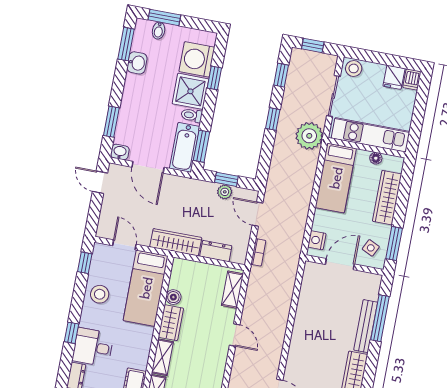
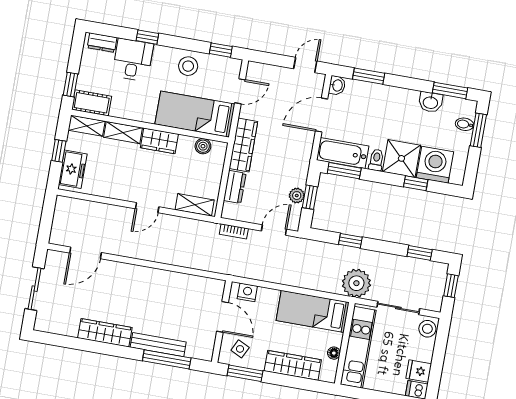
window: (273, 119) -> (350, 241), moved
boiler: (173, 297) -> (203, 146), moved

